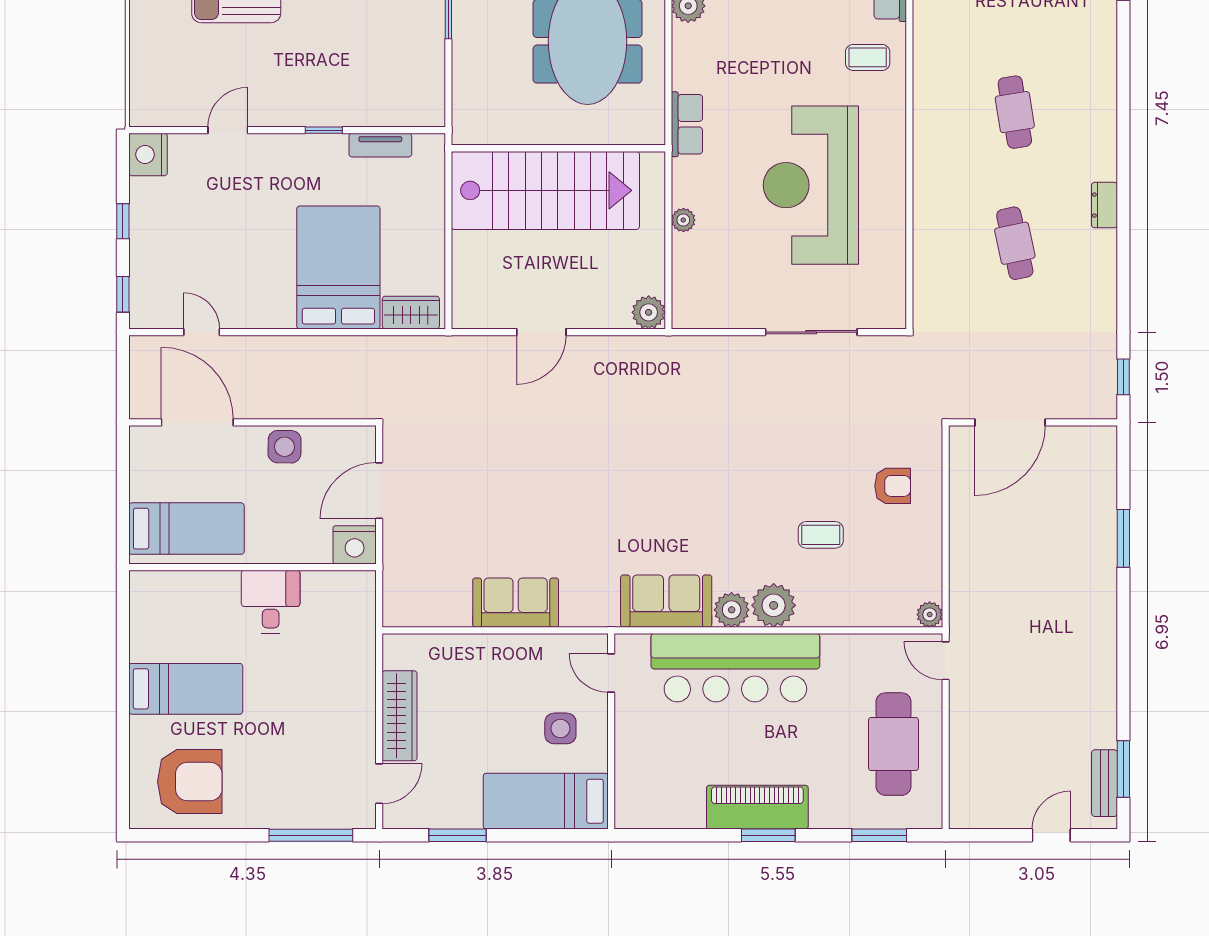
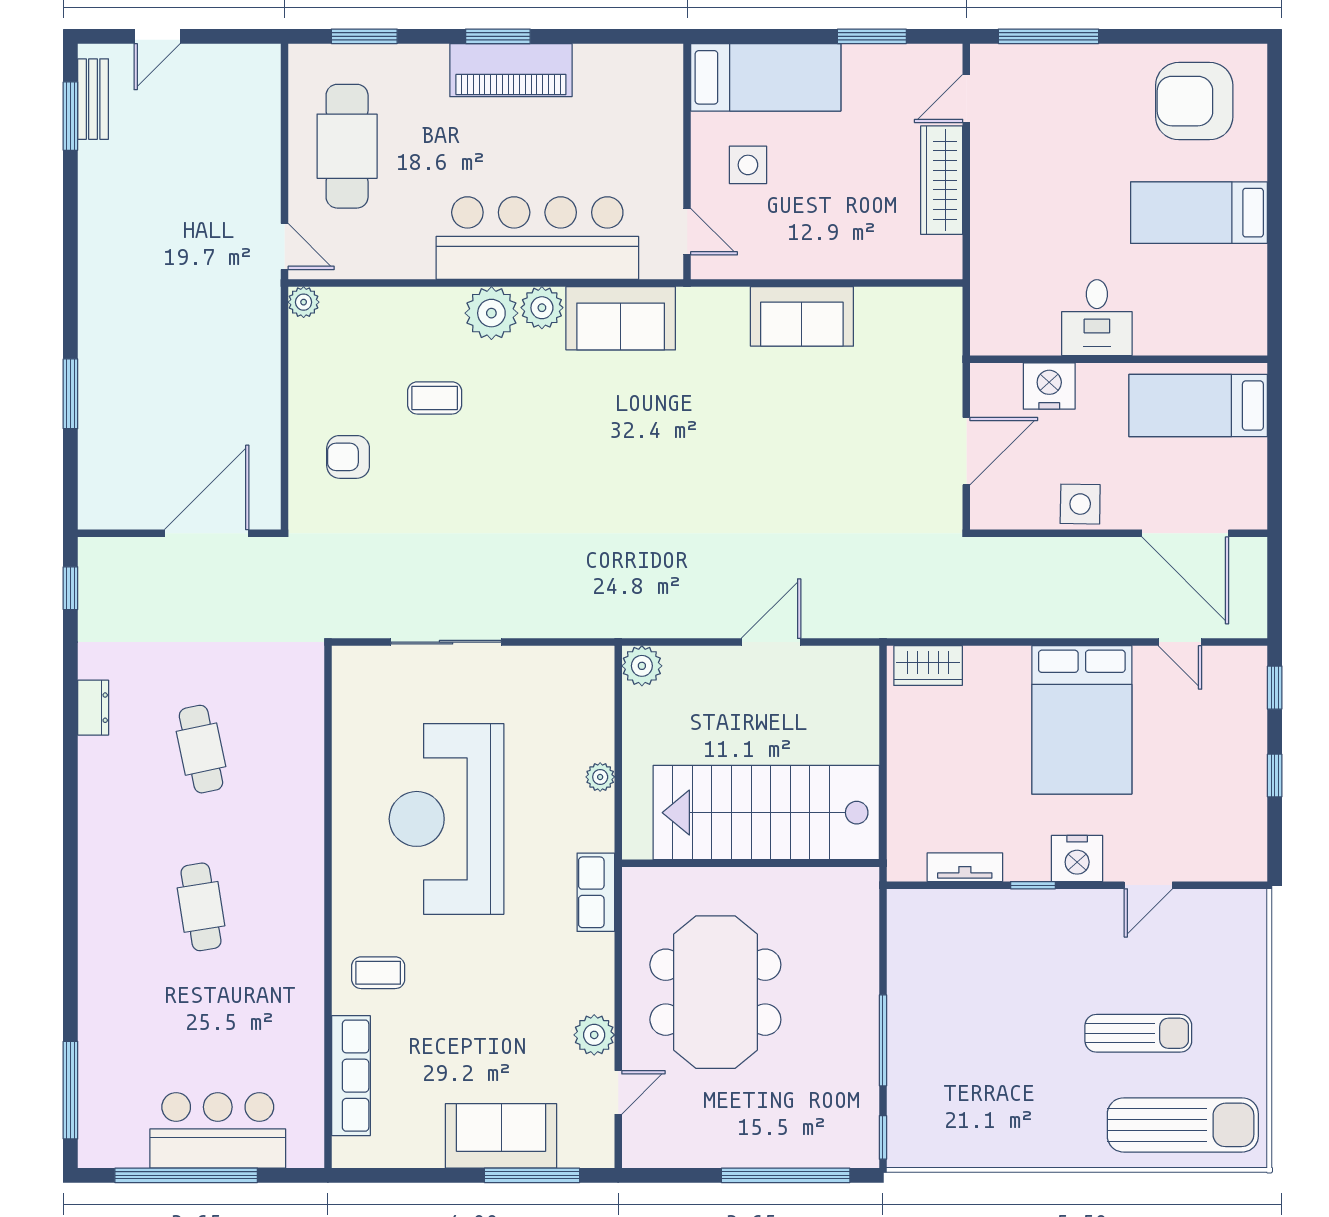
nightstand: (148, 155) -> (1077, 858), moved, turned 90
reception desk: (811, 185) -> (447, 819), turned 180
dresser: (1104, 205) -> (93, 708), moved
bed: (338, 267) -> (1082, 720), moved
nightstand: (355, 545) -> (1049, 386), moved

